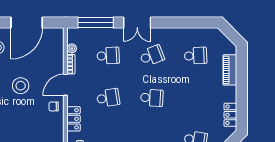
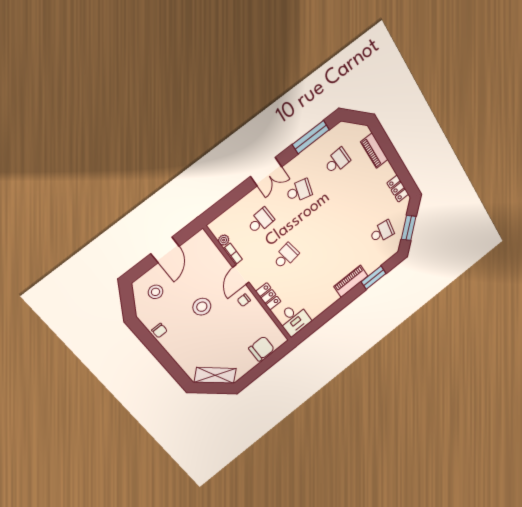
door: (27, 23) -> (165, 250), width x0.73
window: (96, 23) -> (311, 137), moved
school desk: (152, 56) -> (299, 191), turned 36
school desk: (152, 98) -> (323, 227), removed

